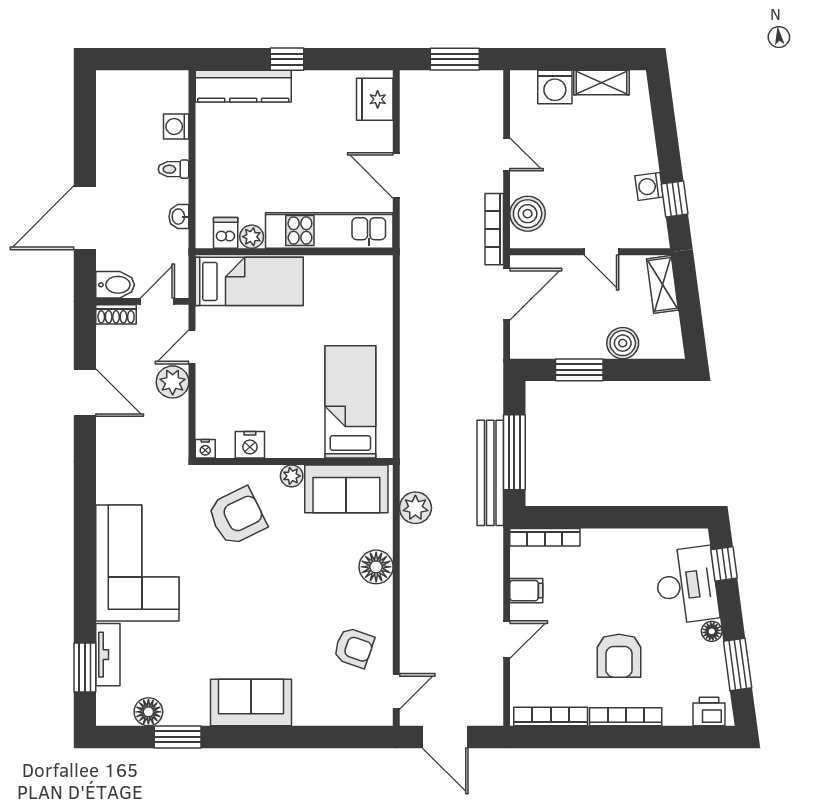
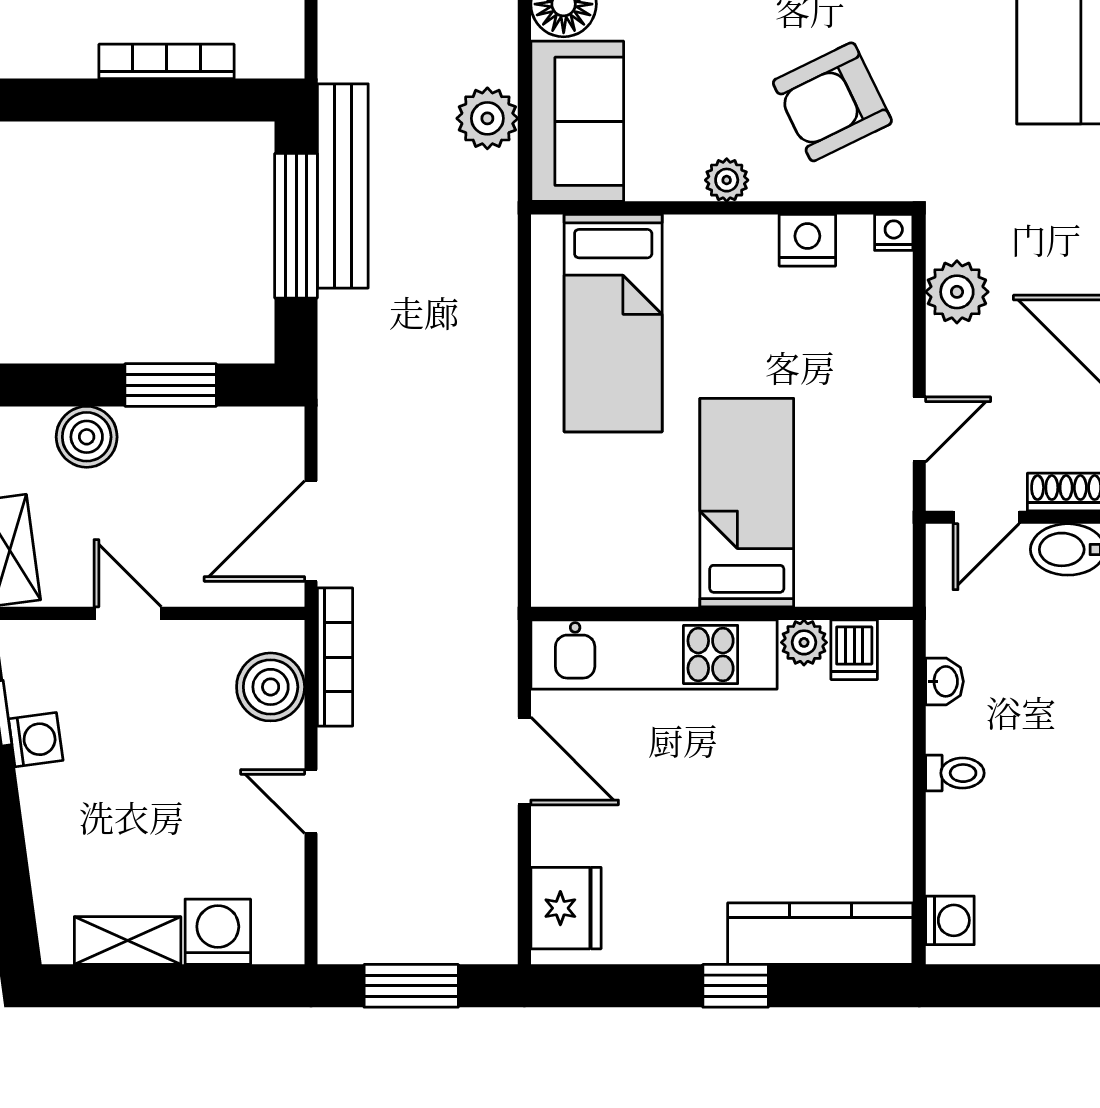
washing machine: (176, 127) -> (950, 920), moved
bed: (249, 281) -> (747, 503), moved, turned 90
plant: (173, 382) -> (957, 292), moved
sofa: (346, 489) -> (577, 121), moved, turned 90
bookcase: (545, 537) -> (166, 61), moved

